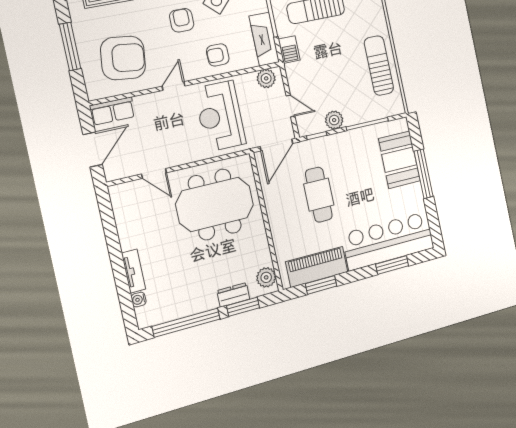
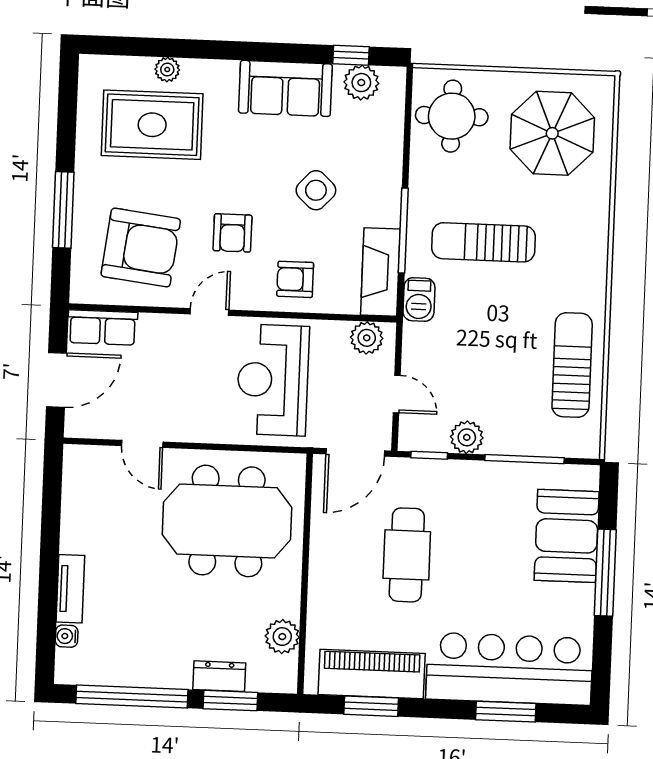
armchair: (182, 20) -> (232, 233), moved, turned 180
plant: (266, 277) -> (282, 637), moved

